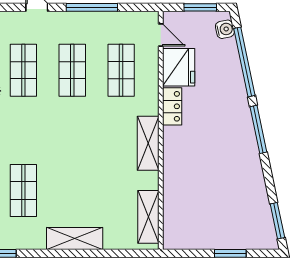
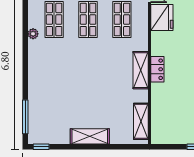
locker: (172, 106) -> (157, 69), moved
shop shelf: (23, 190) -> (54, 103), removed

